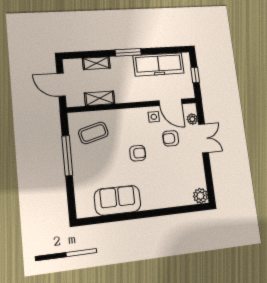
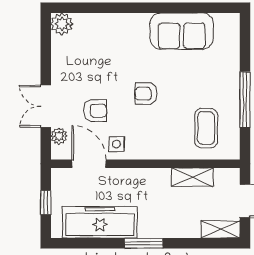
shelving: (96, 63) -> (221, 230), moved
coffee table: (93, 133) -> (206, 128), turned -75

